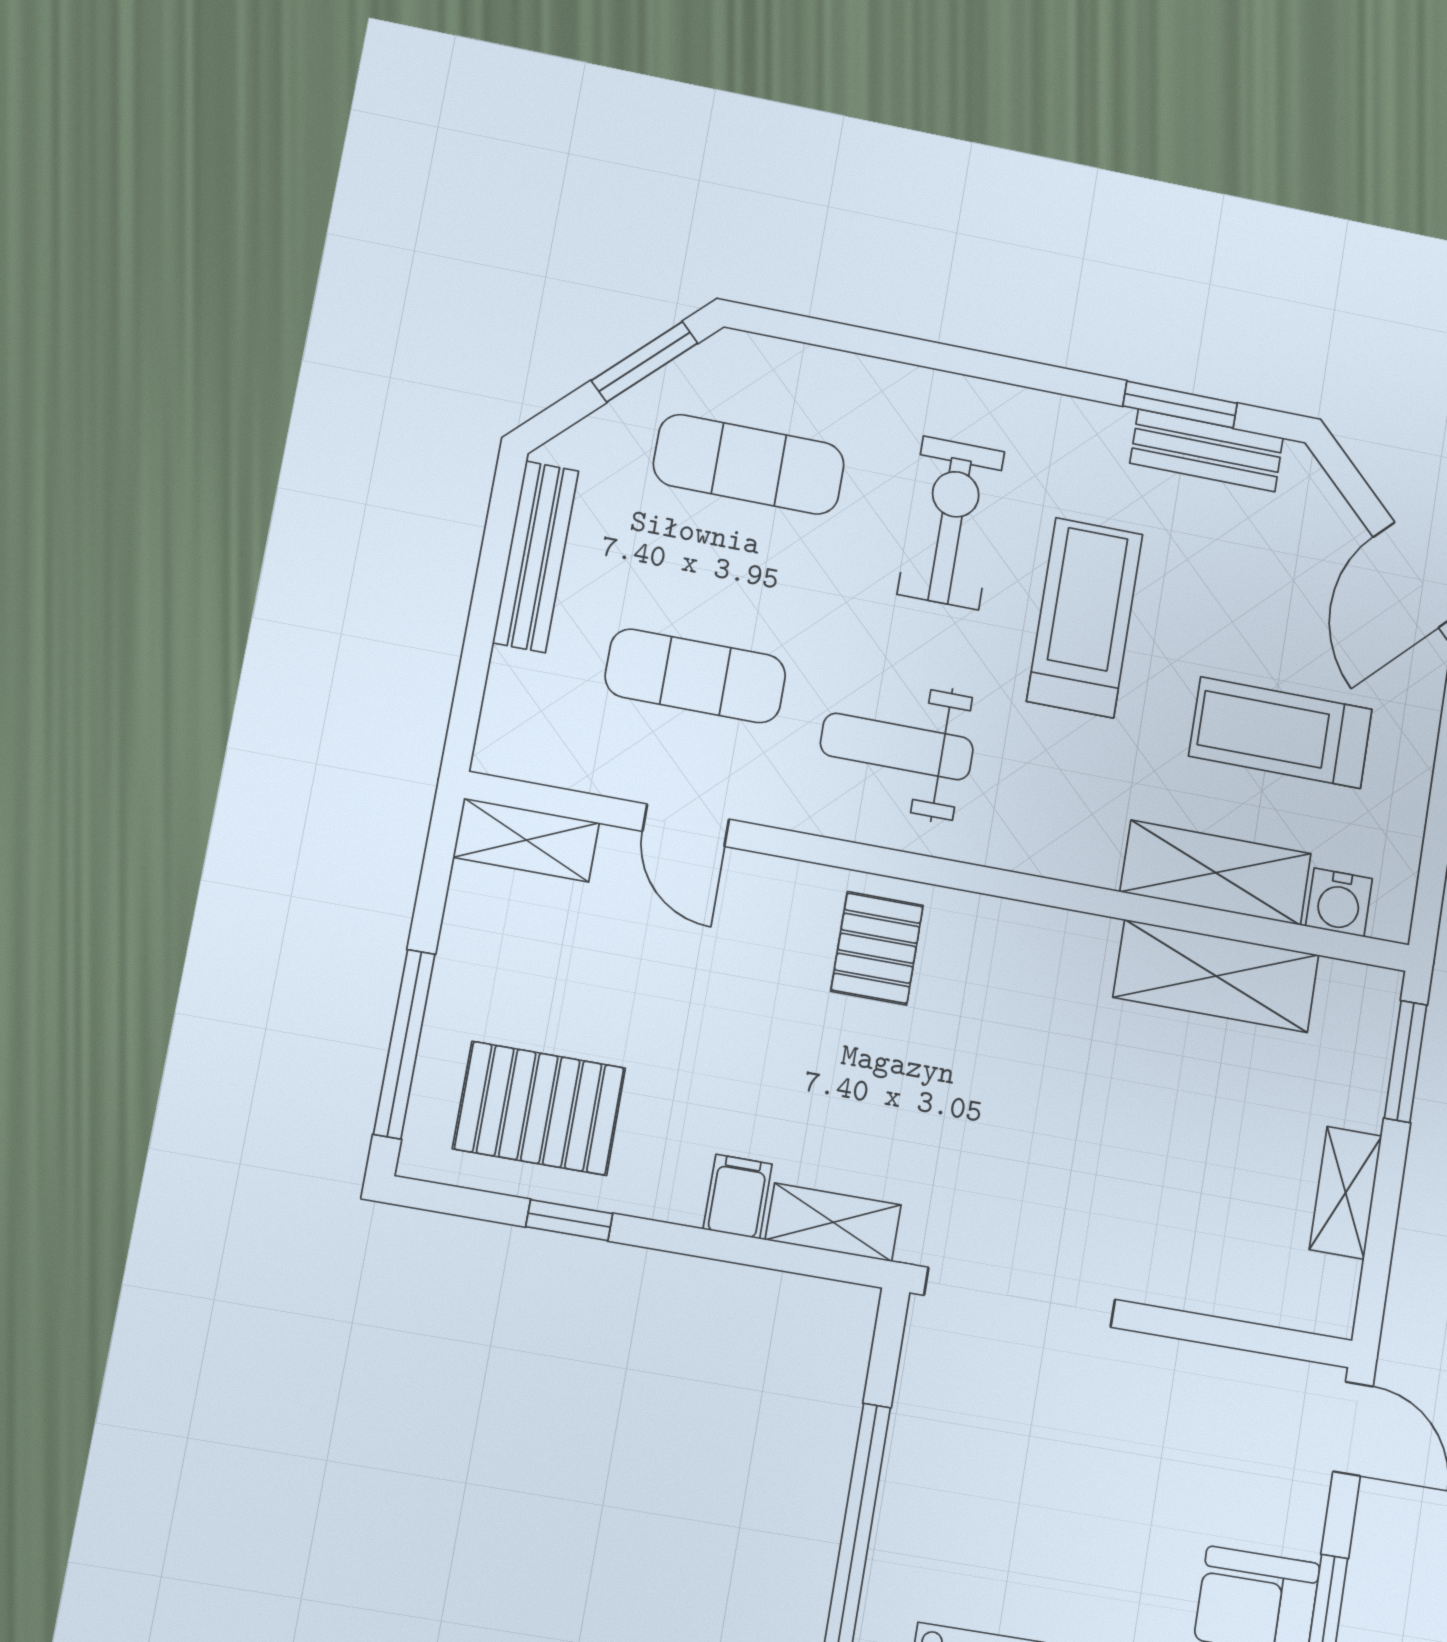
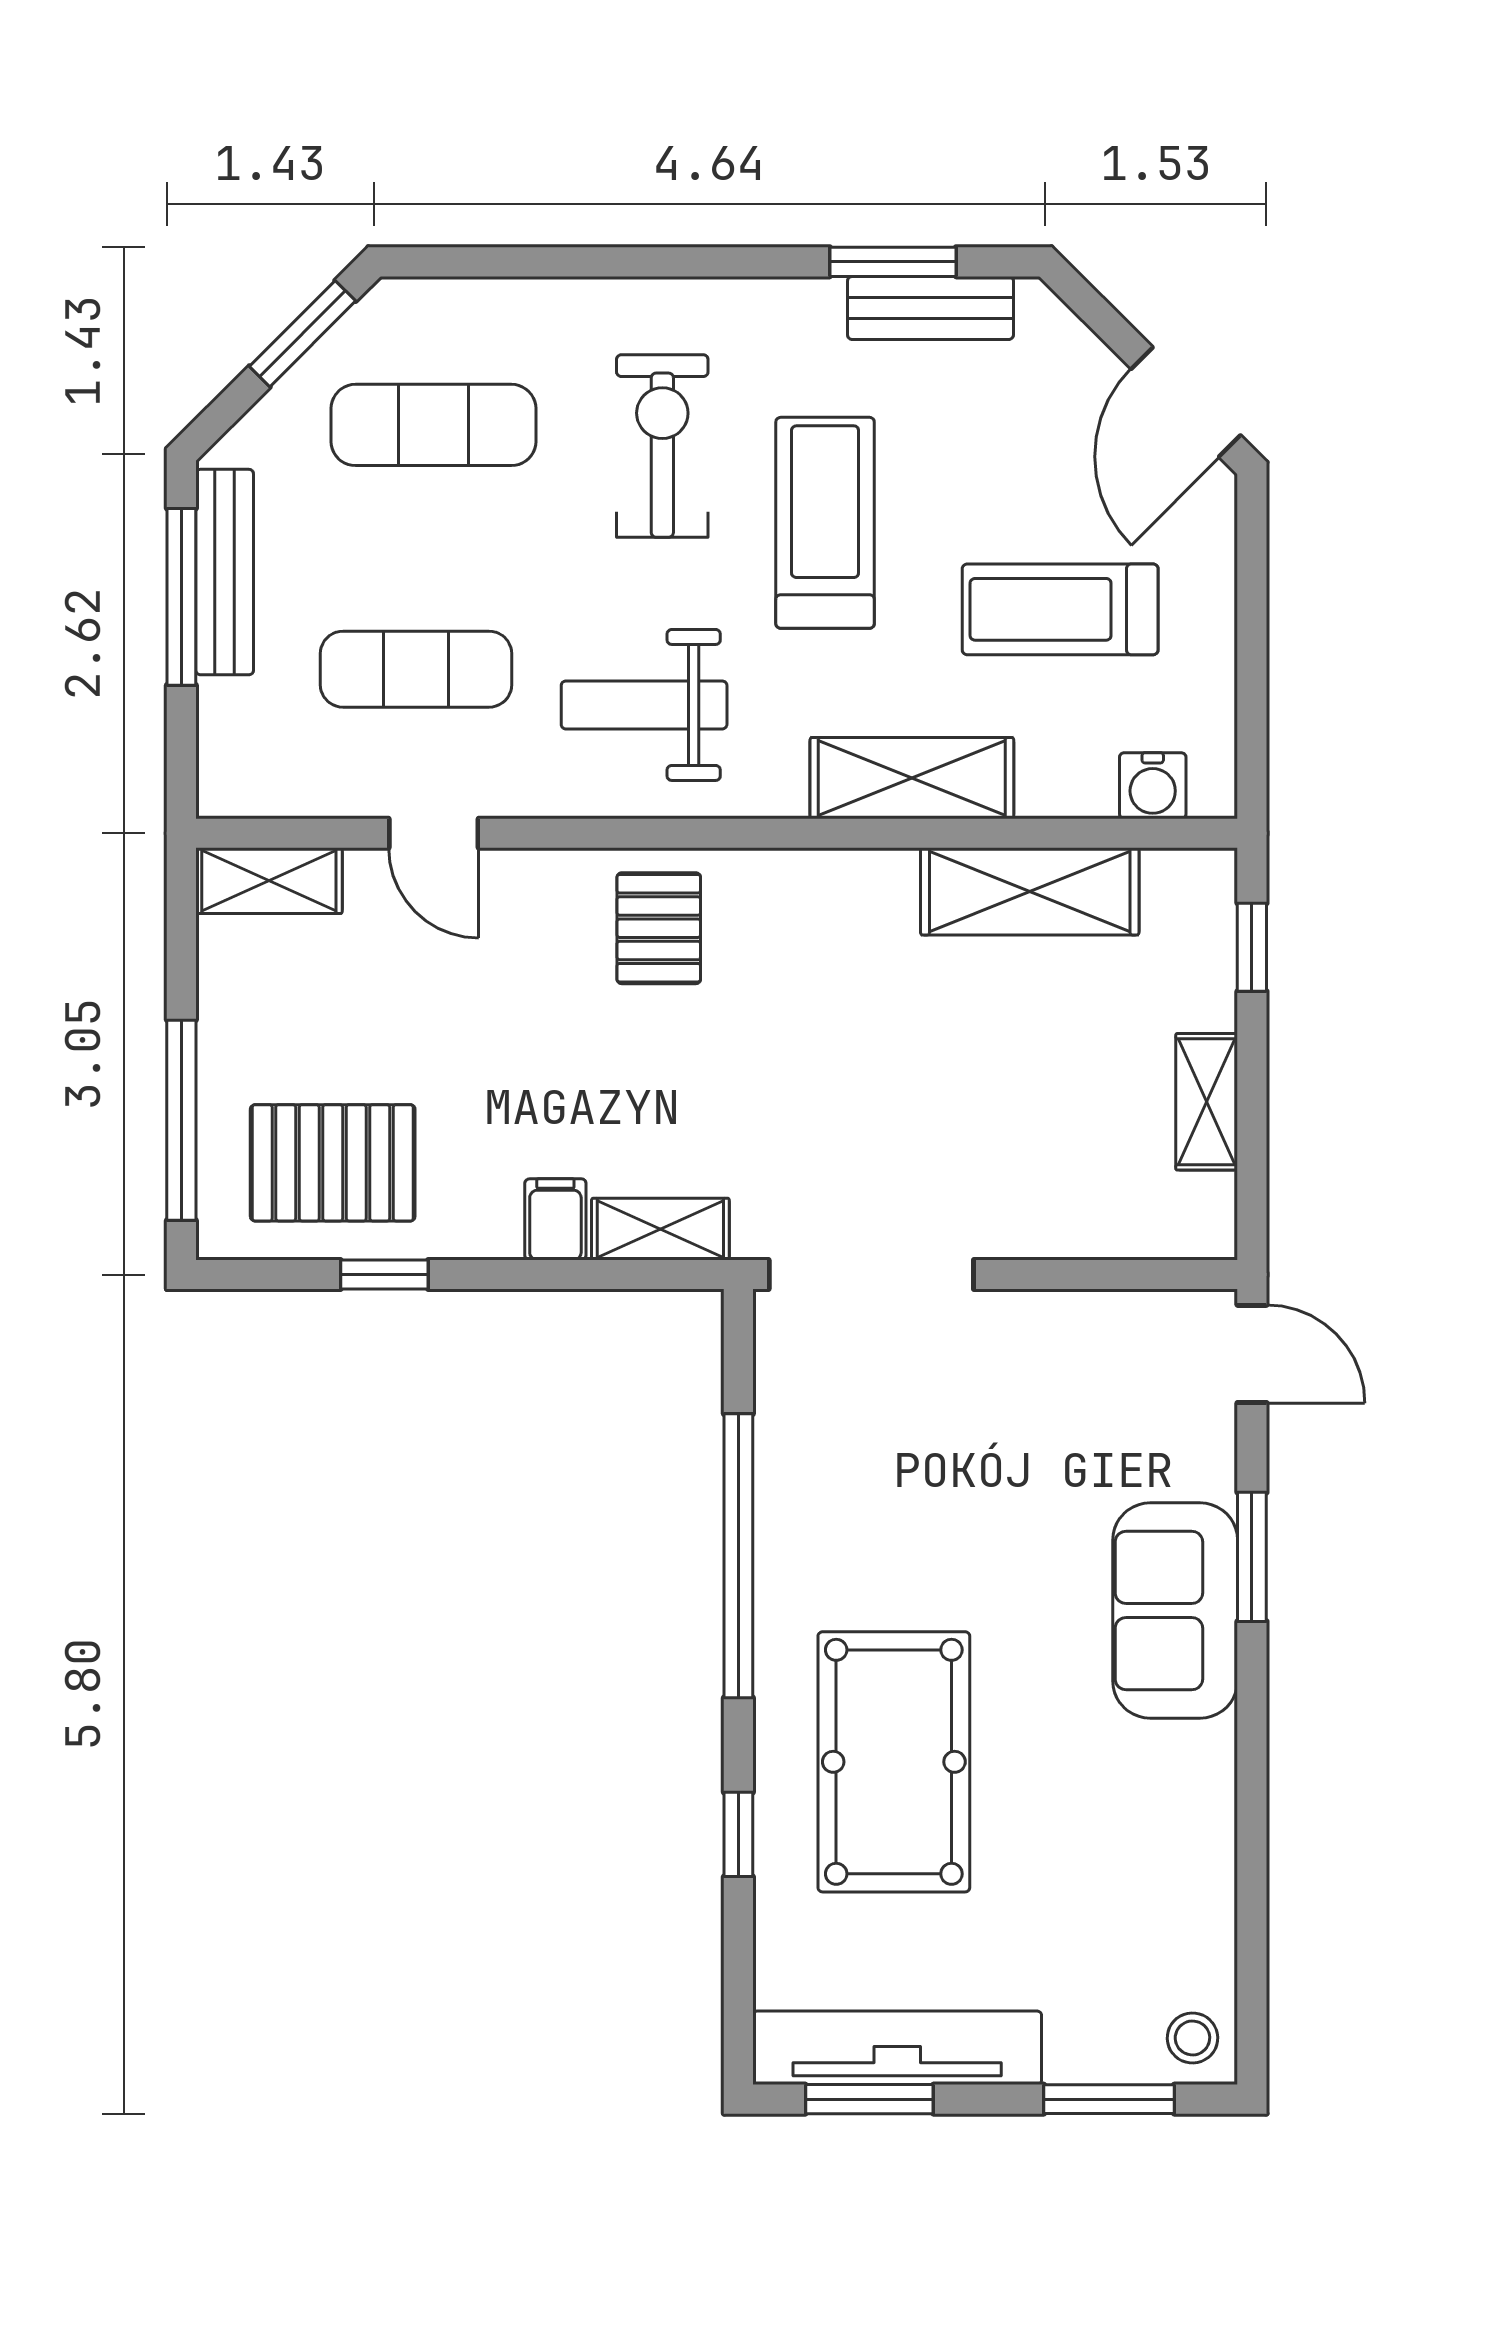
window: (492, 571) -> (181, 597), added
shelving: (1216, 873) -> (912, 778), moved
window: (1406, 1061) -> (1252, 947), width x0.67

